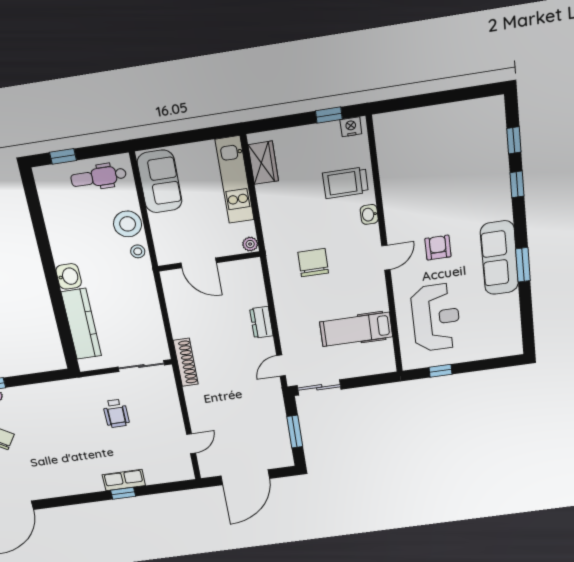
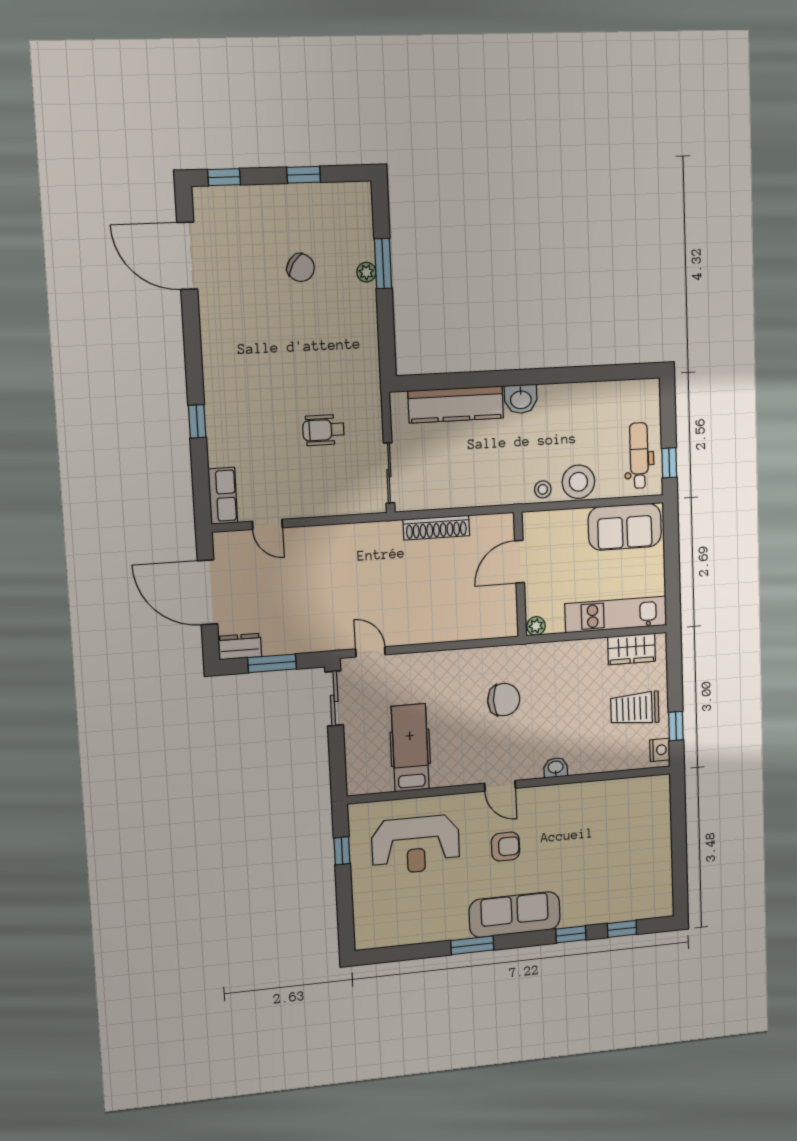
window: (63, 156) -> (669, 463), moved
trolley: (345, 183) -> (635, 709), moved, turned -90
sofa: (499, 258) -> (515, 915), moved
dresser: (261, 322) -> (240, 647), moved
shoe rack: (186, 362) -> (436, 528), moved
row of seats: (124, 480) -> (223, 496), moved

